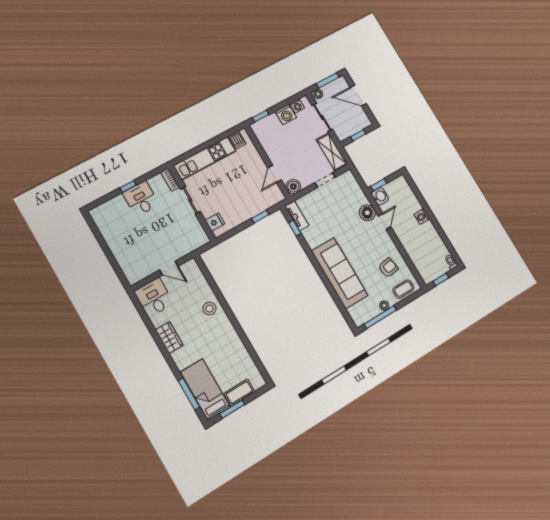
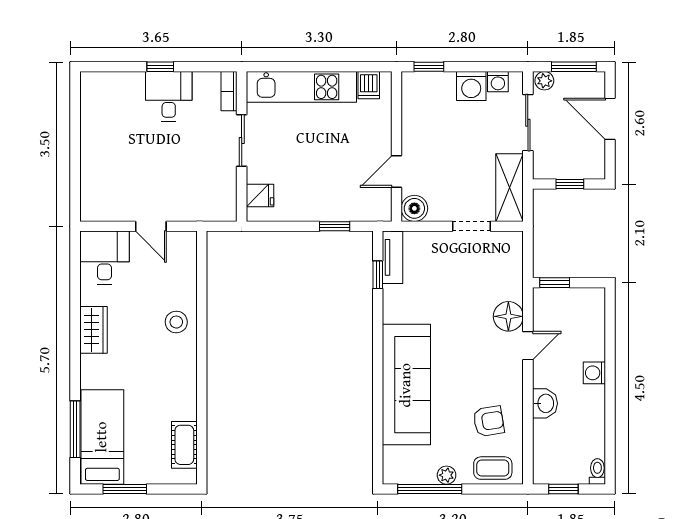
washbasin: (380, 196) -> (545, 403), moved
cot: (239, 392) -> (184, 445), moved, turned 90

